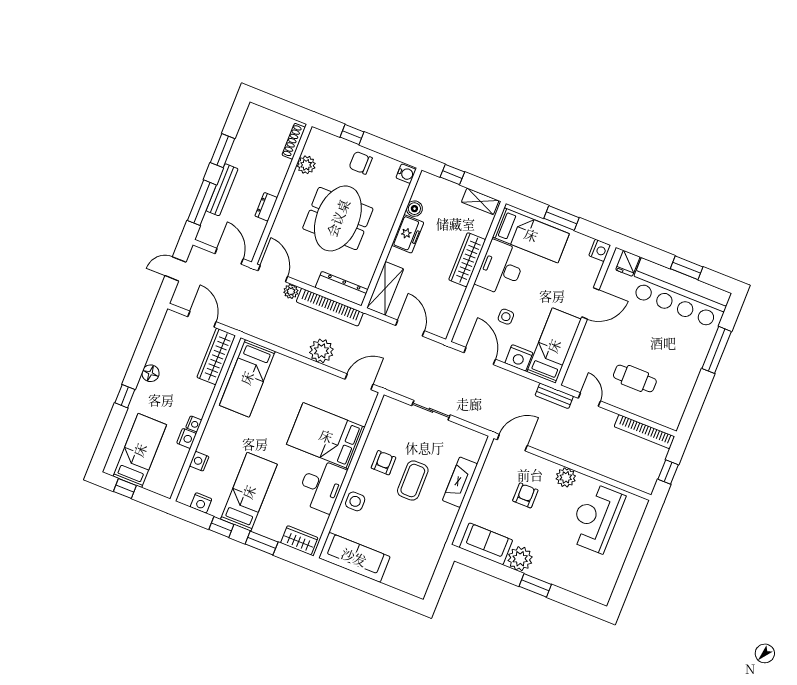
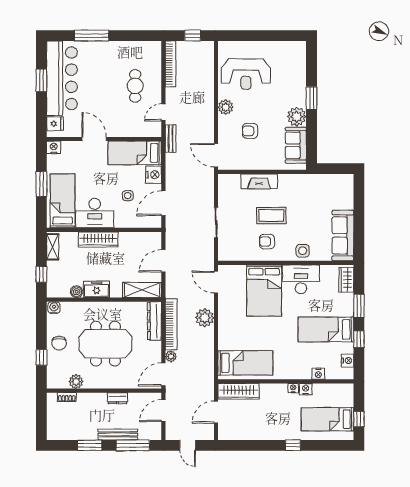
shoe rack: (294, 141) -> (67, 397), width x0.70
floor lamp: (150, 373) -> (269, 434), removed

